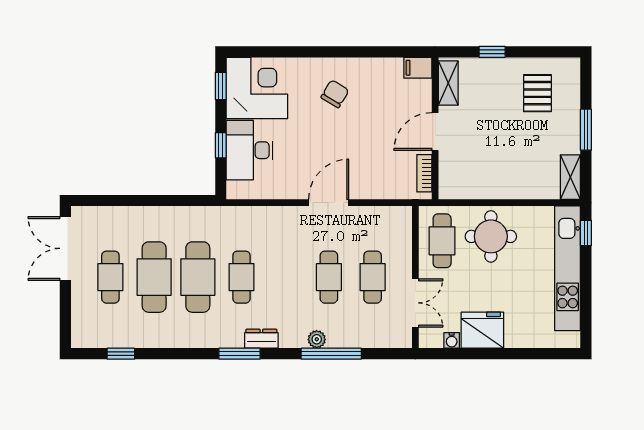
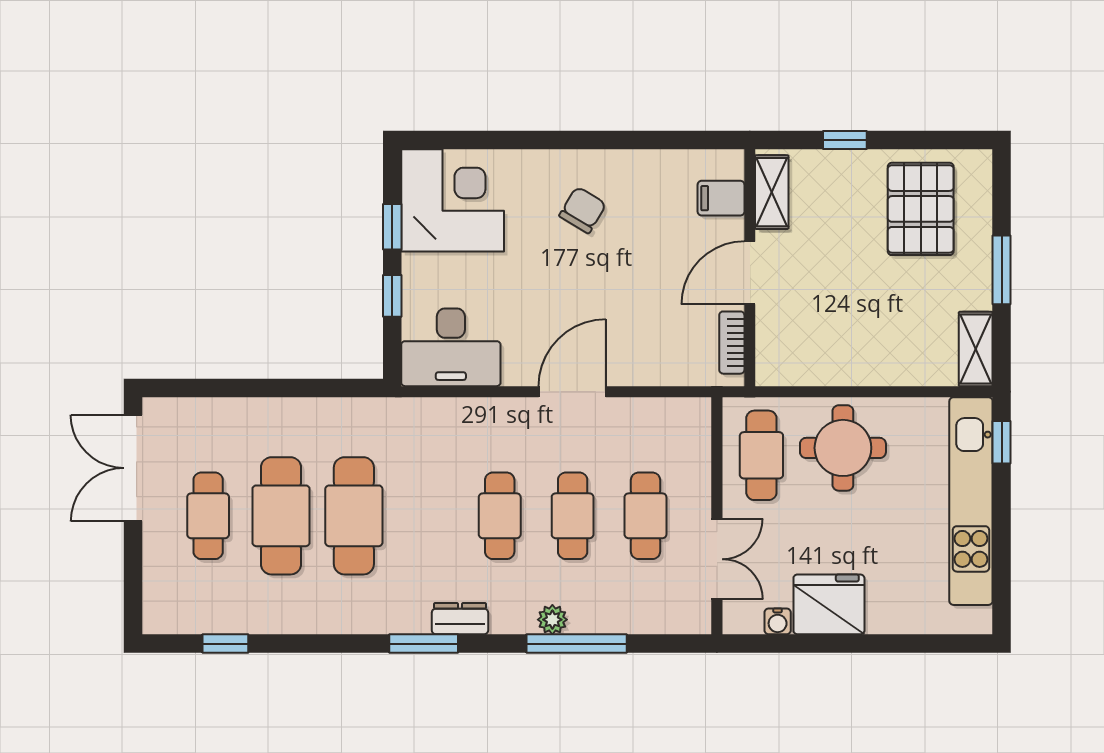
filing cabinet: (418, 68) -> (721, 198), moved
window: (221, 86) -> (392, 227), moved
pallet: (537, 93) -> (921, 209), width x1.50, depth x1.42
desk: (250, 150) -> (451, 347), moved, turned -90
cafe table: (241, 277) -> (500, 516), moved

